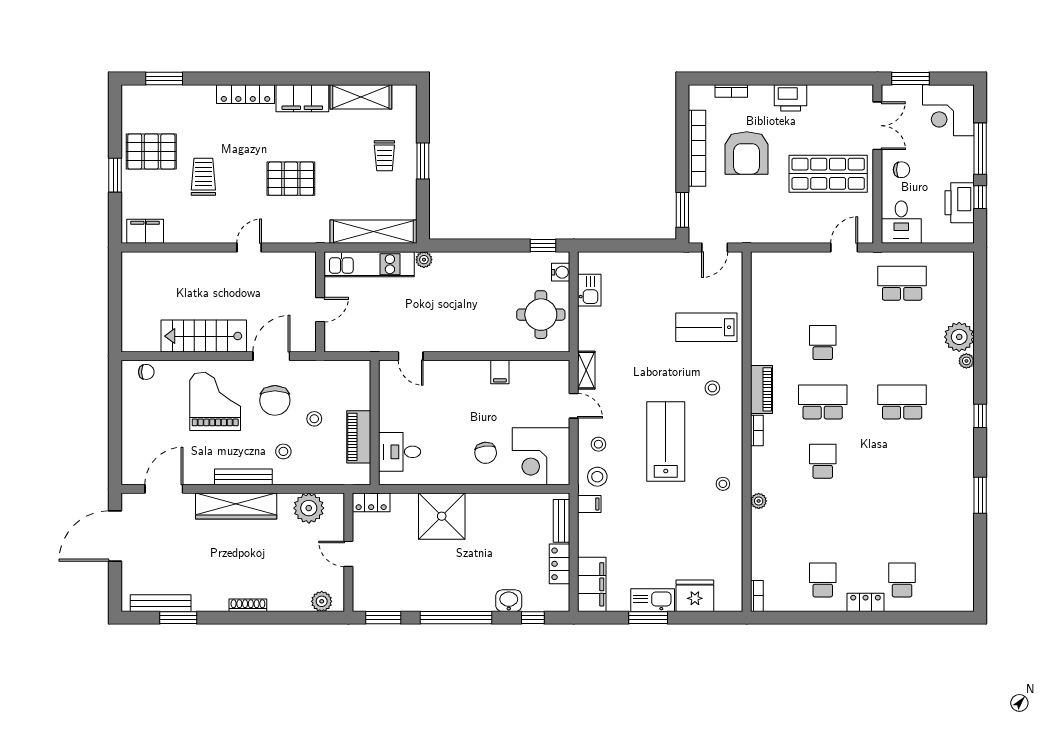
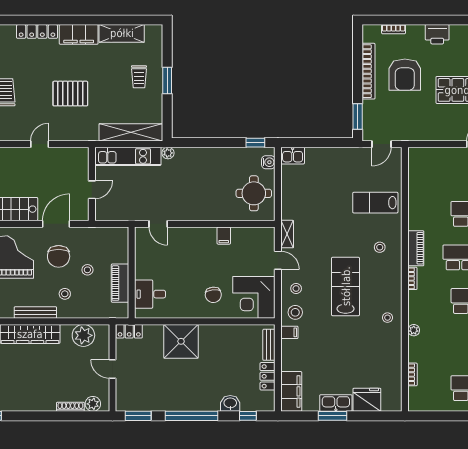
kitchen sink: (589, 290) -> (293, 156), moved, turned 90
bookcase: (757, 596) -> (412, 374), moved
shoe rack: (248, 605) -> (70, 407), moved

